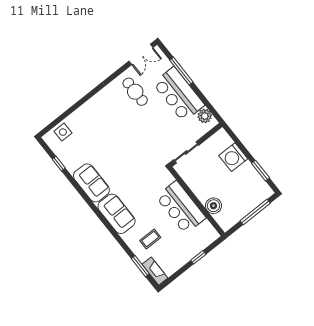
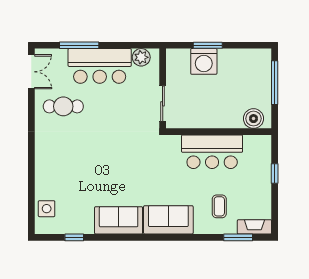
window: (260, 171) -> (208, 45), moved
boiler: (213, 206) -> (253, 119), moved

